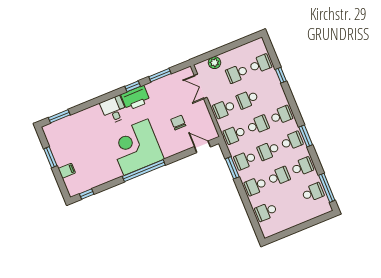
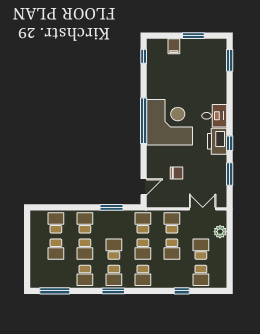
school desk: (247, 99) -> (172, 249), turned 180
school desk: (245, 160) -> (114, 223), removed
school desk: (313, 192) -> (56, 249), moved

